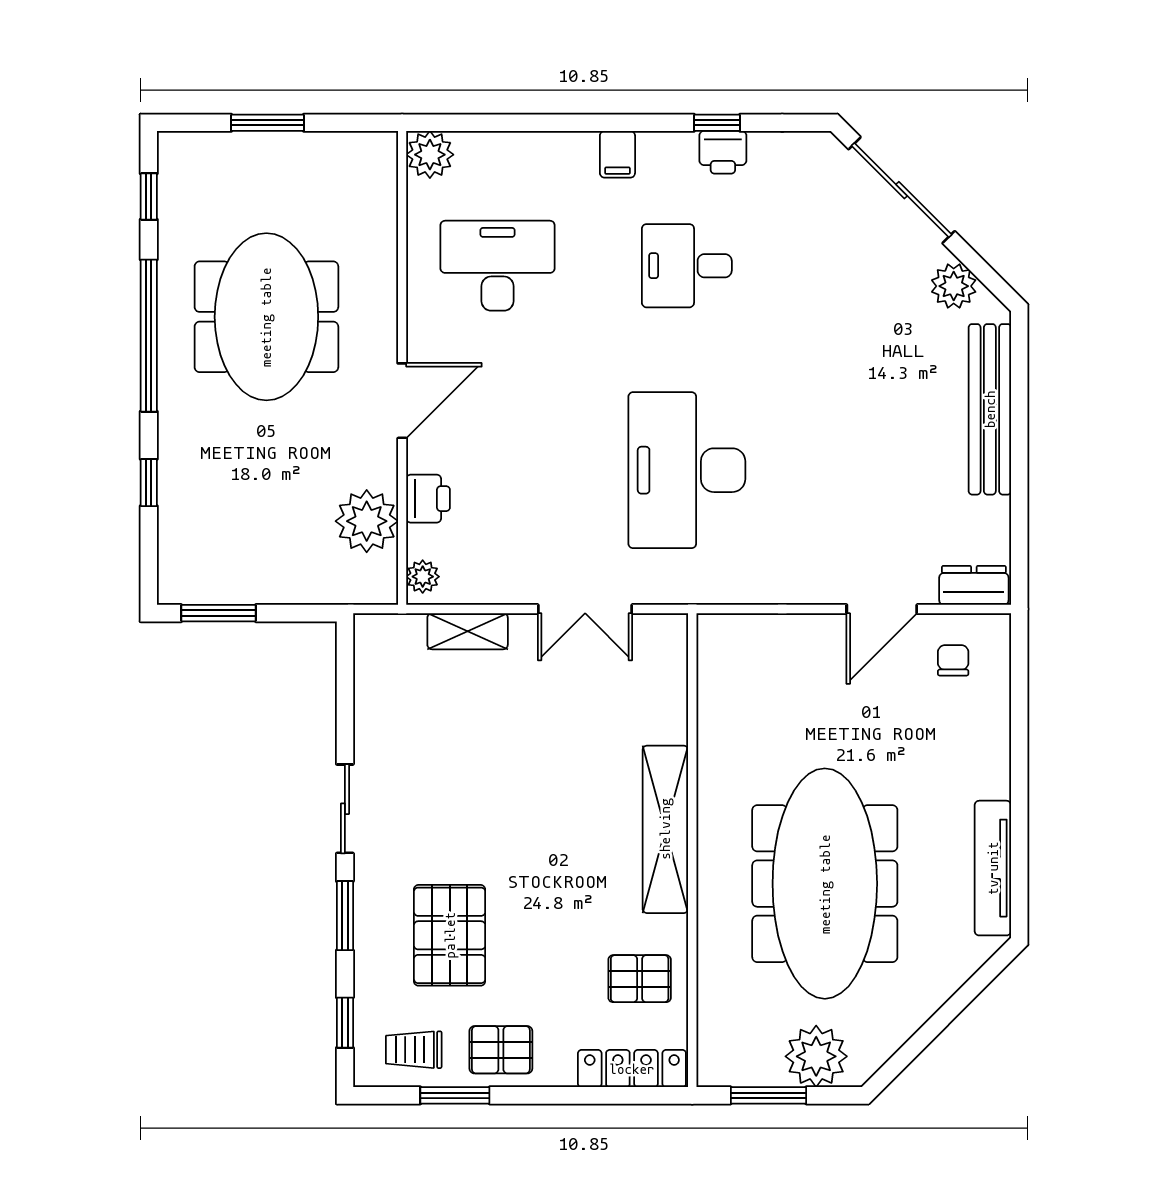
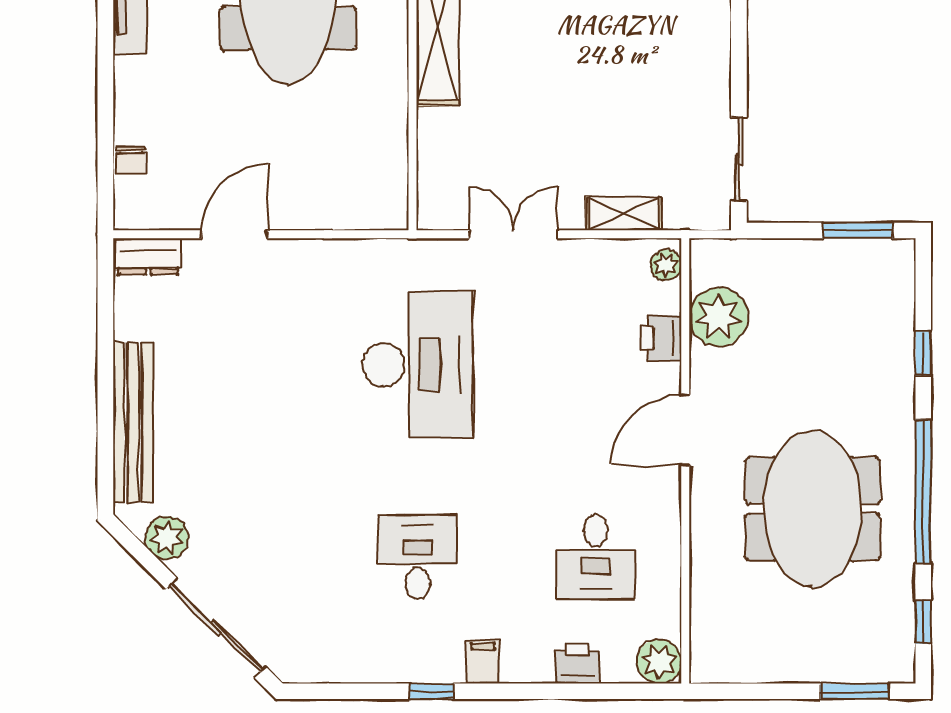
window: (268, 123) -> (855, 691), moved
window: (717, 123) -> (431, 691), moved
printer: (723, 152) -> (577, 663), moved
desk: (498, 266) -> (596, 557), width x0.73
desk: (687, 266) -> (418, 557), turned -90
chair: (953, 660) -> (131, 160), moved
sliding door: (345, 809) -> (739, 159), moved

